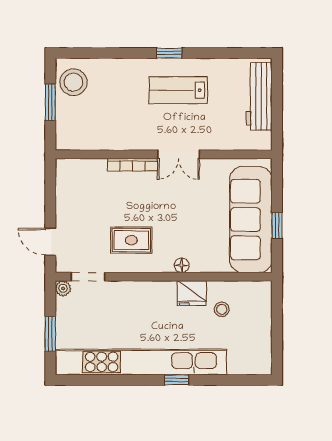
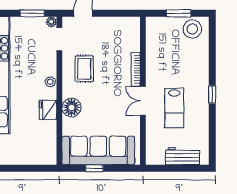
lab bench: (178, 90) -> (174, 108), moved, turned 180
workbench: (259, 96) -> (183, 156), width x0.73
floor lamp: (182, 265) -> (72, 108), width x1.89, depth x1.89
stool: (222, 309) -> (50, 82), moved
window: (50, 334) -> (32, 13), moved

